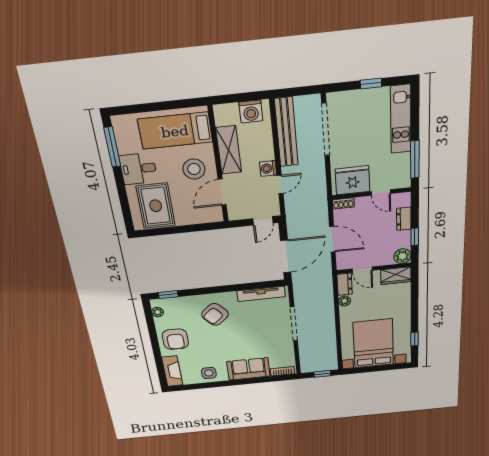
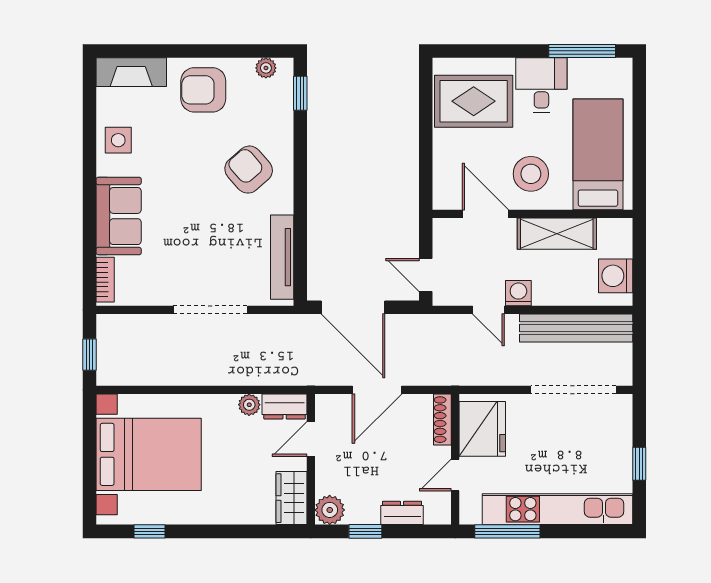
kitchen unit: (401, 119) -> (557, 509), width x1.36
shoe rack: (343, 203) -> (442, 420), width x1.43

